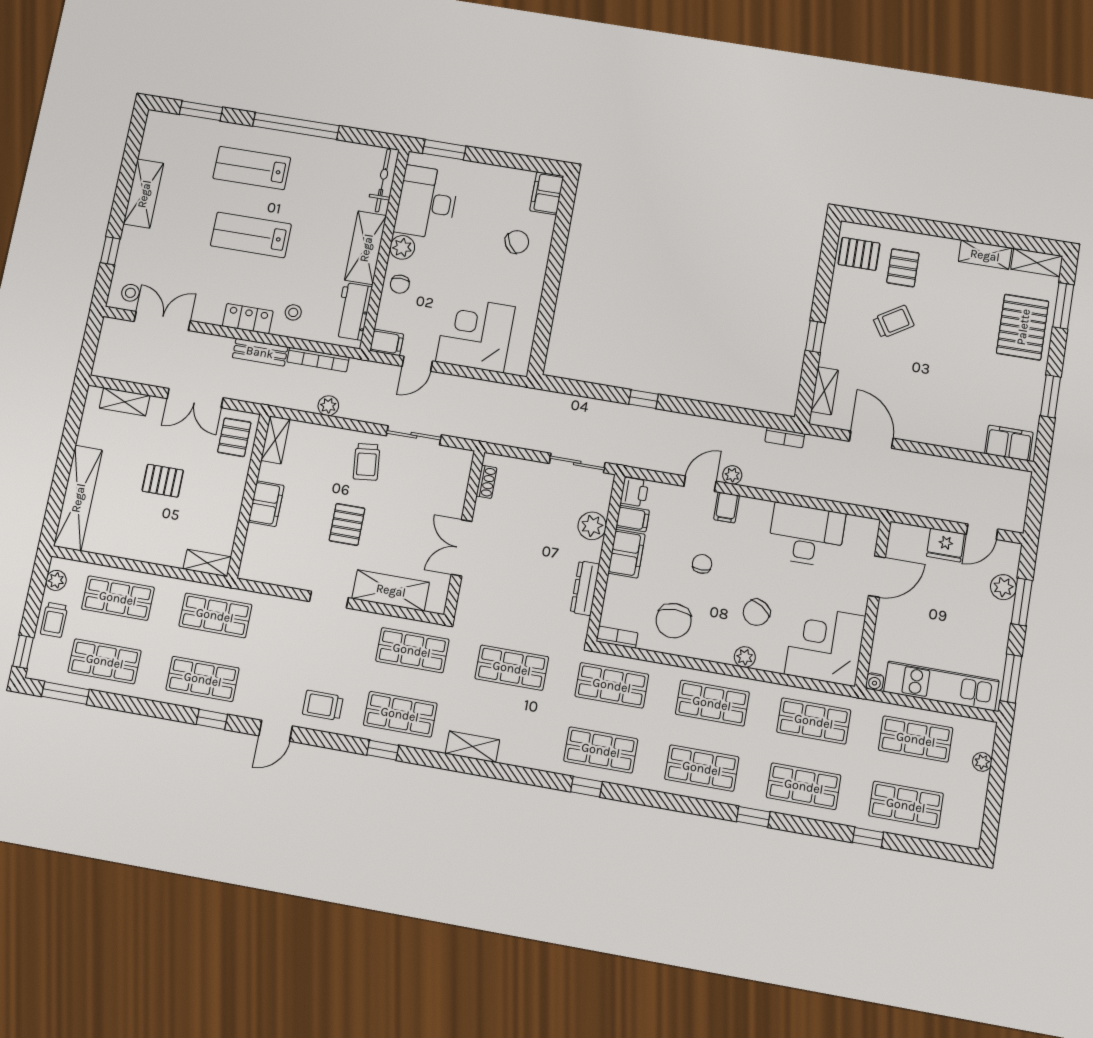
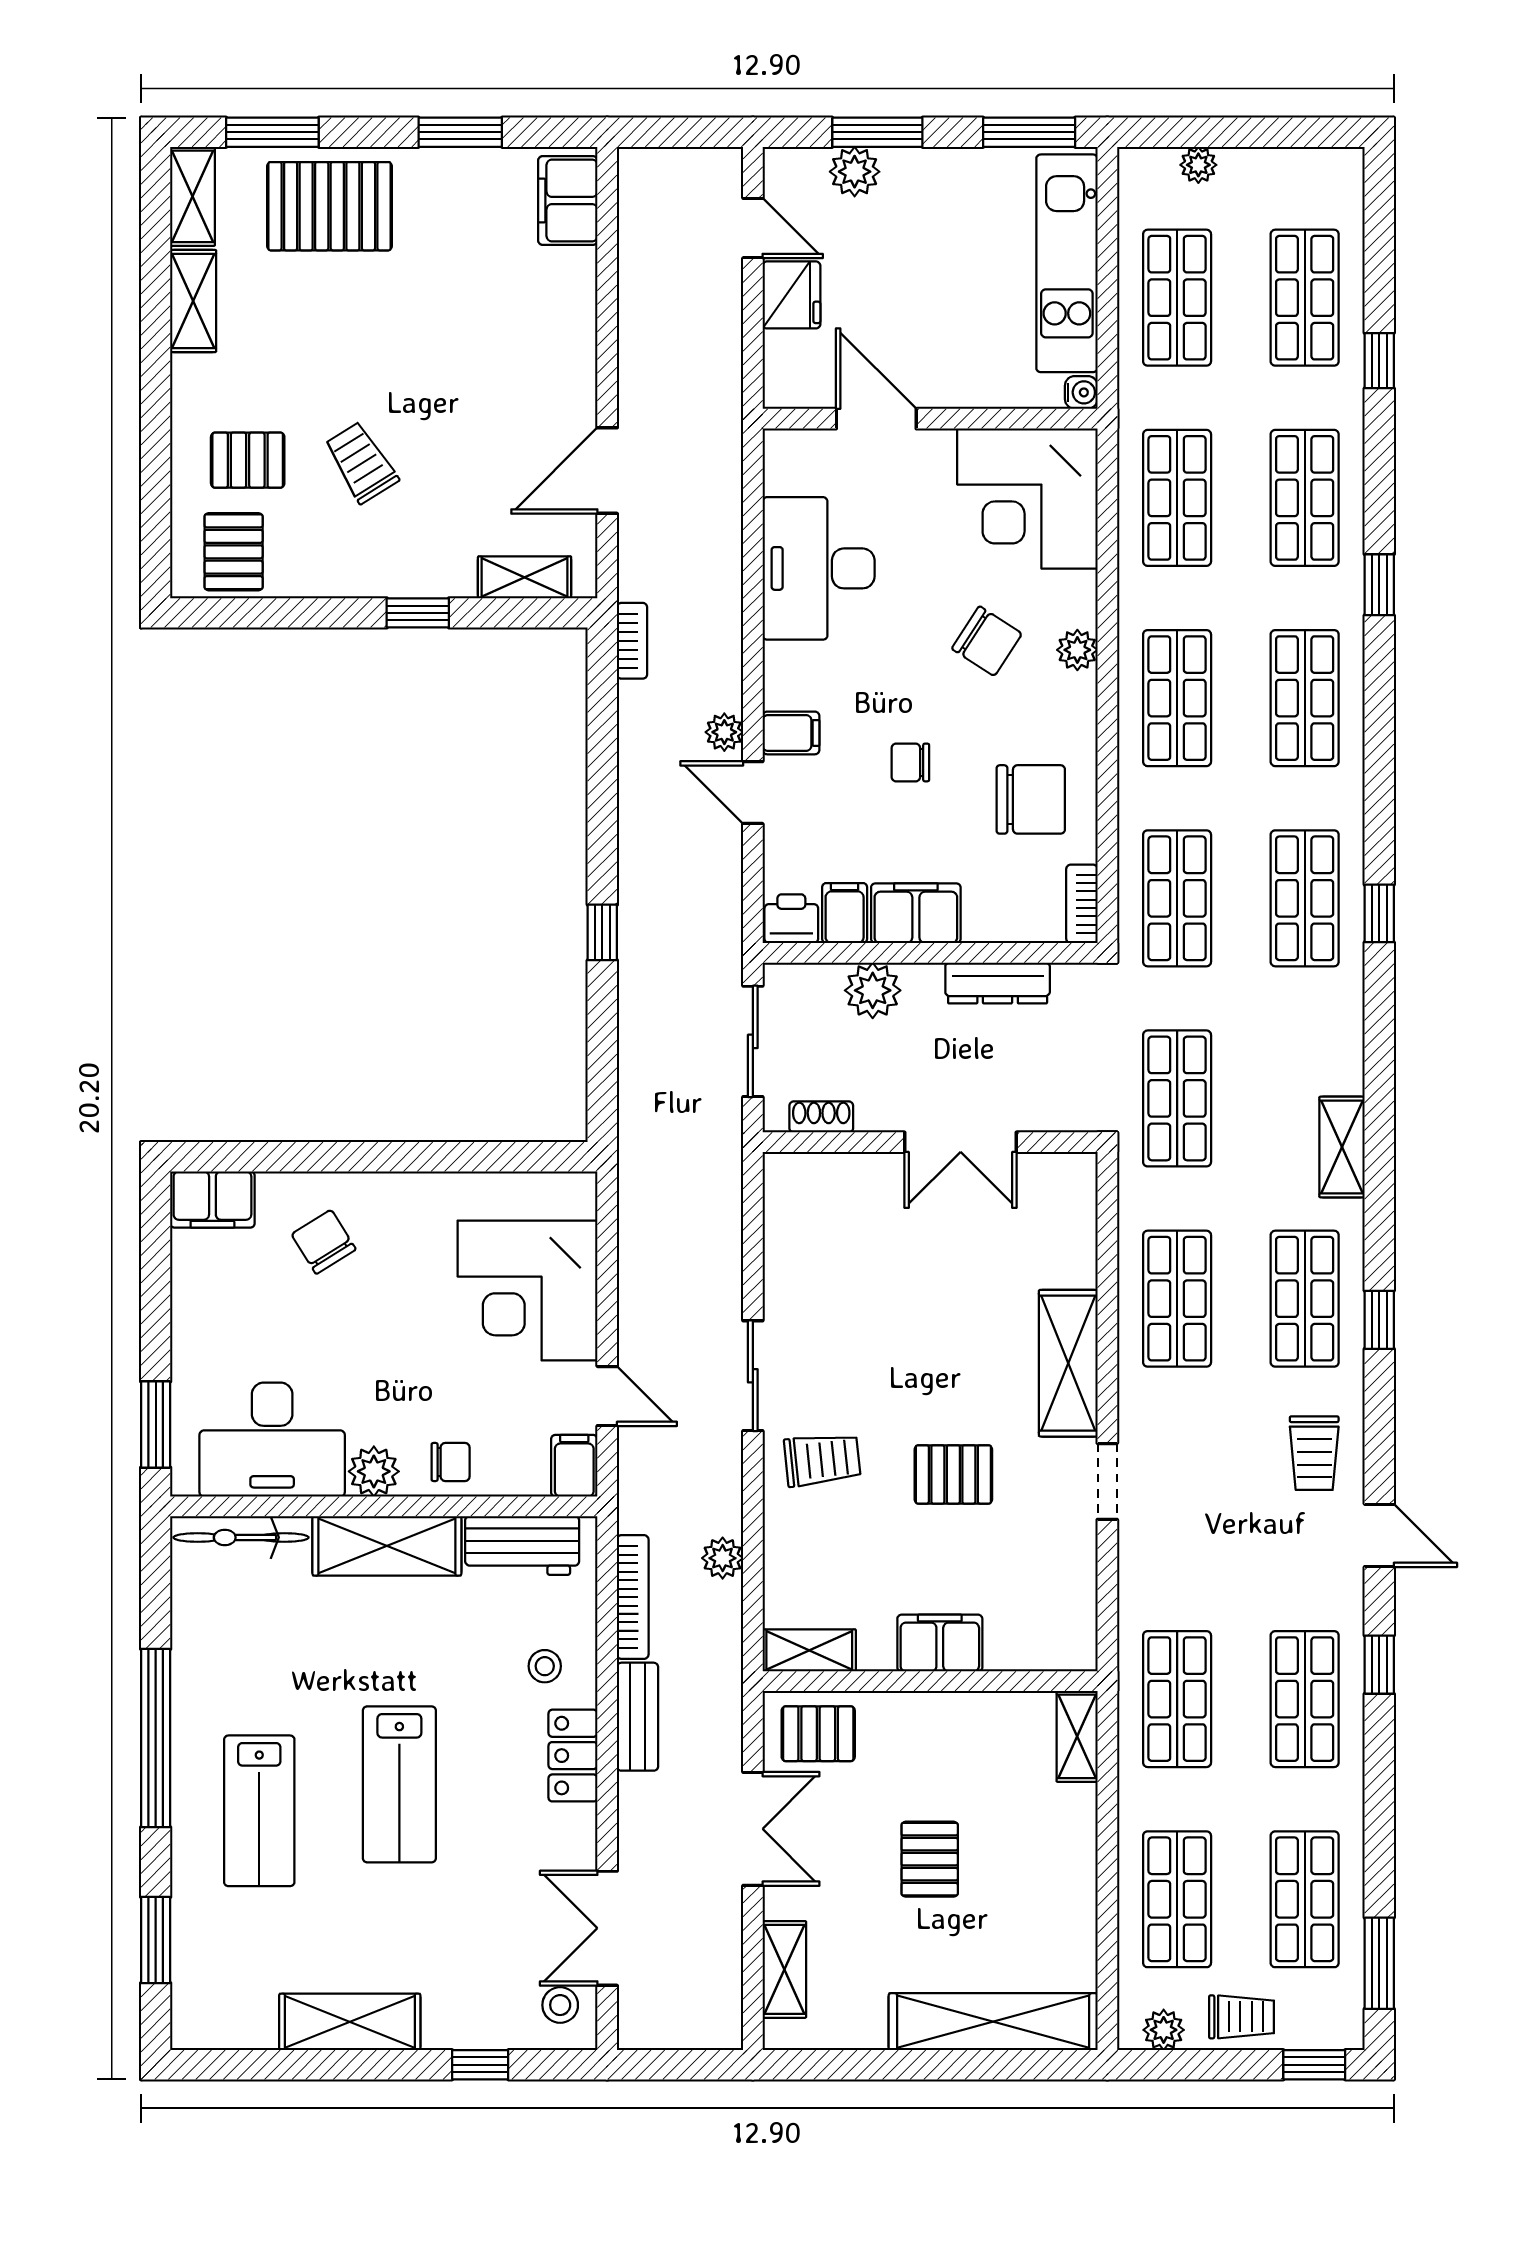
shoe rack: (487, 482) -> (821, 1117), moved
wall: (464, 533) -> (930, 1142), moved
double door: (462, 548) -> (961, 1142), moved

